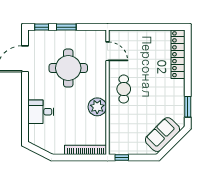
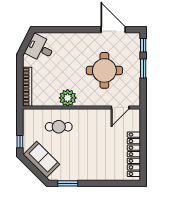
locker: (178, 54) -> (134, 154), moved, turned -90
cafe table: (124, 89) -> (59, 127), moved
desk: (41, 112) -> (40, 48), moved, turned -63
window: (122, 157) -> (20, 142), moved

